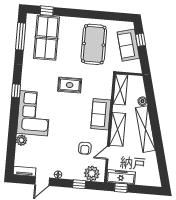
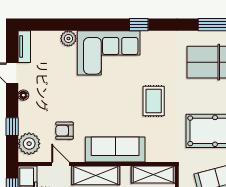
sofa: (101, 114) -> (115, 150), width x1.36

